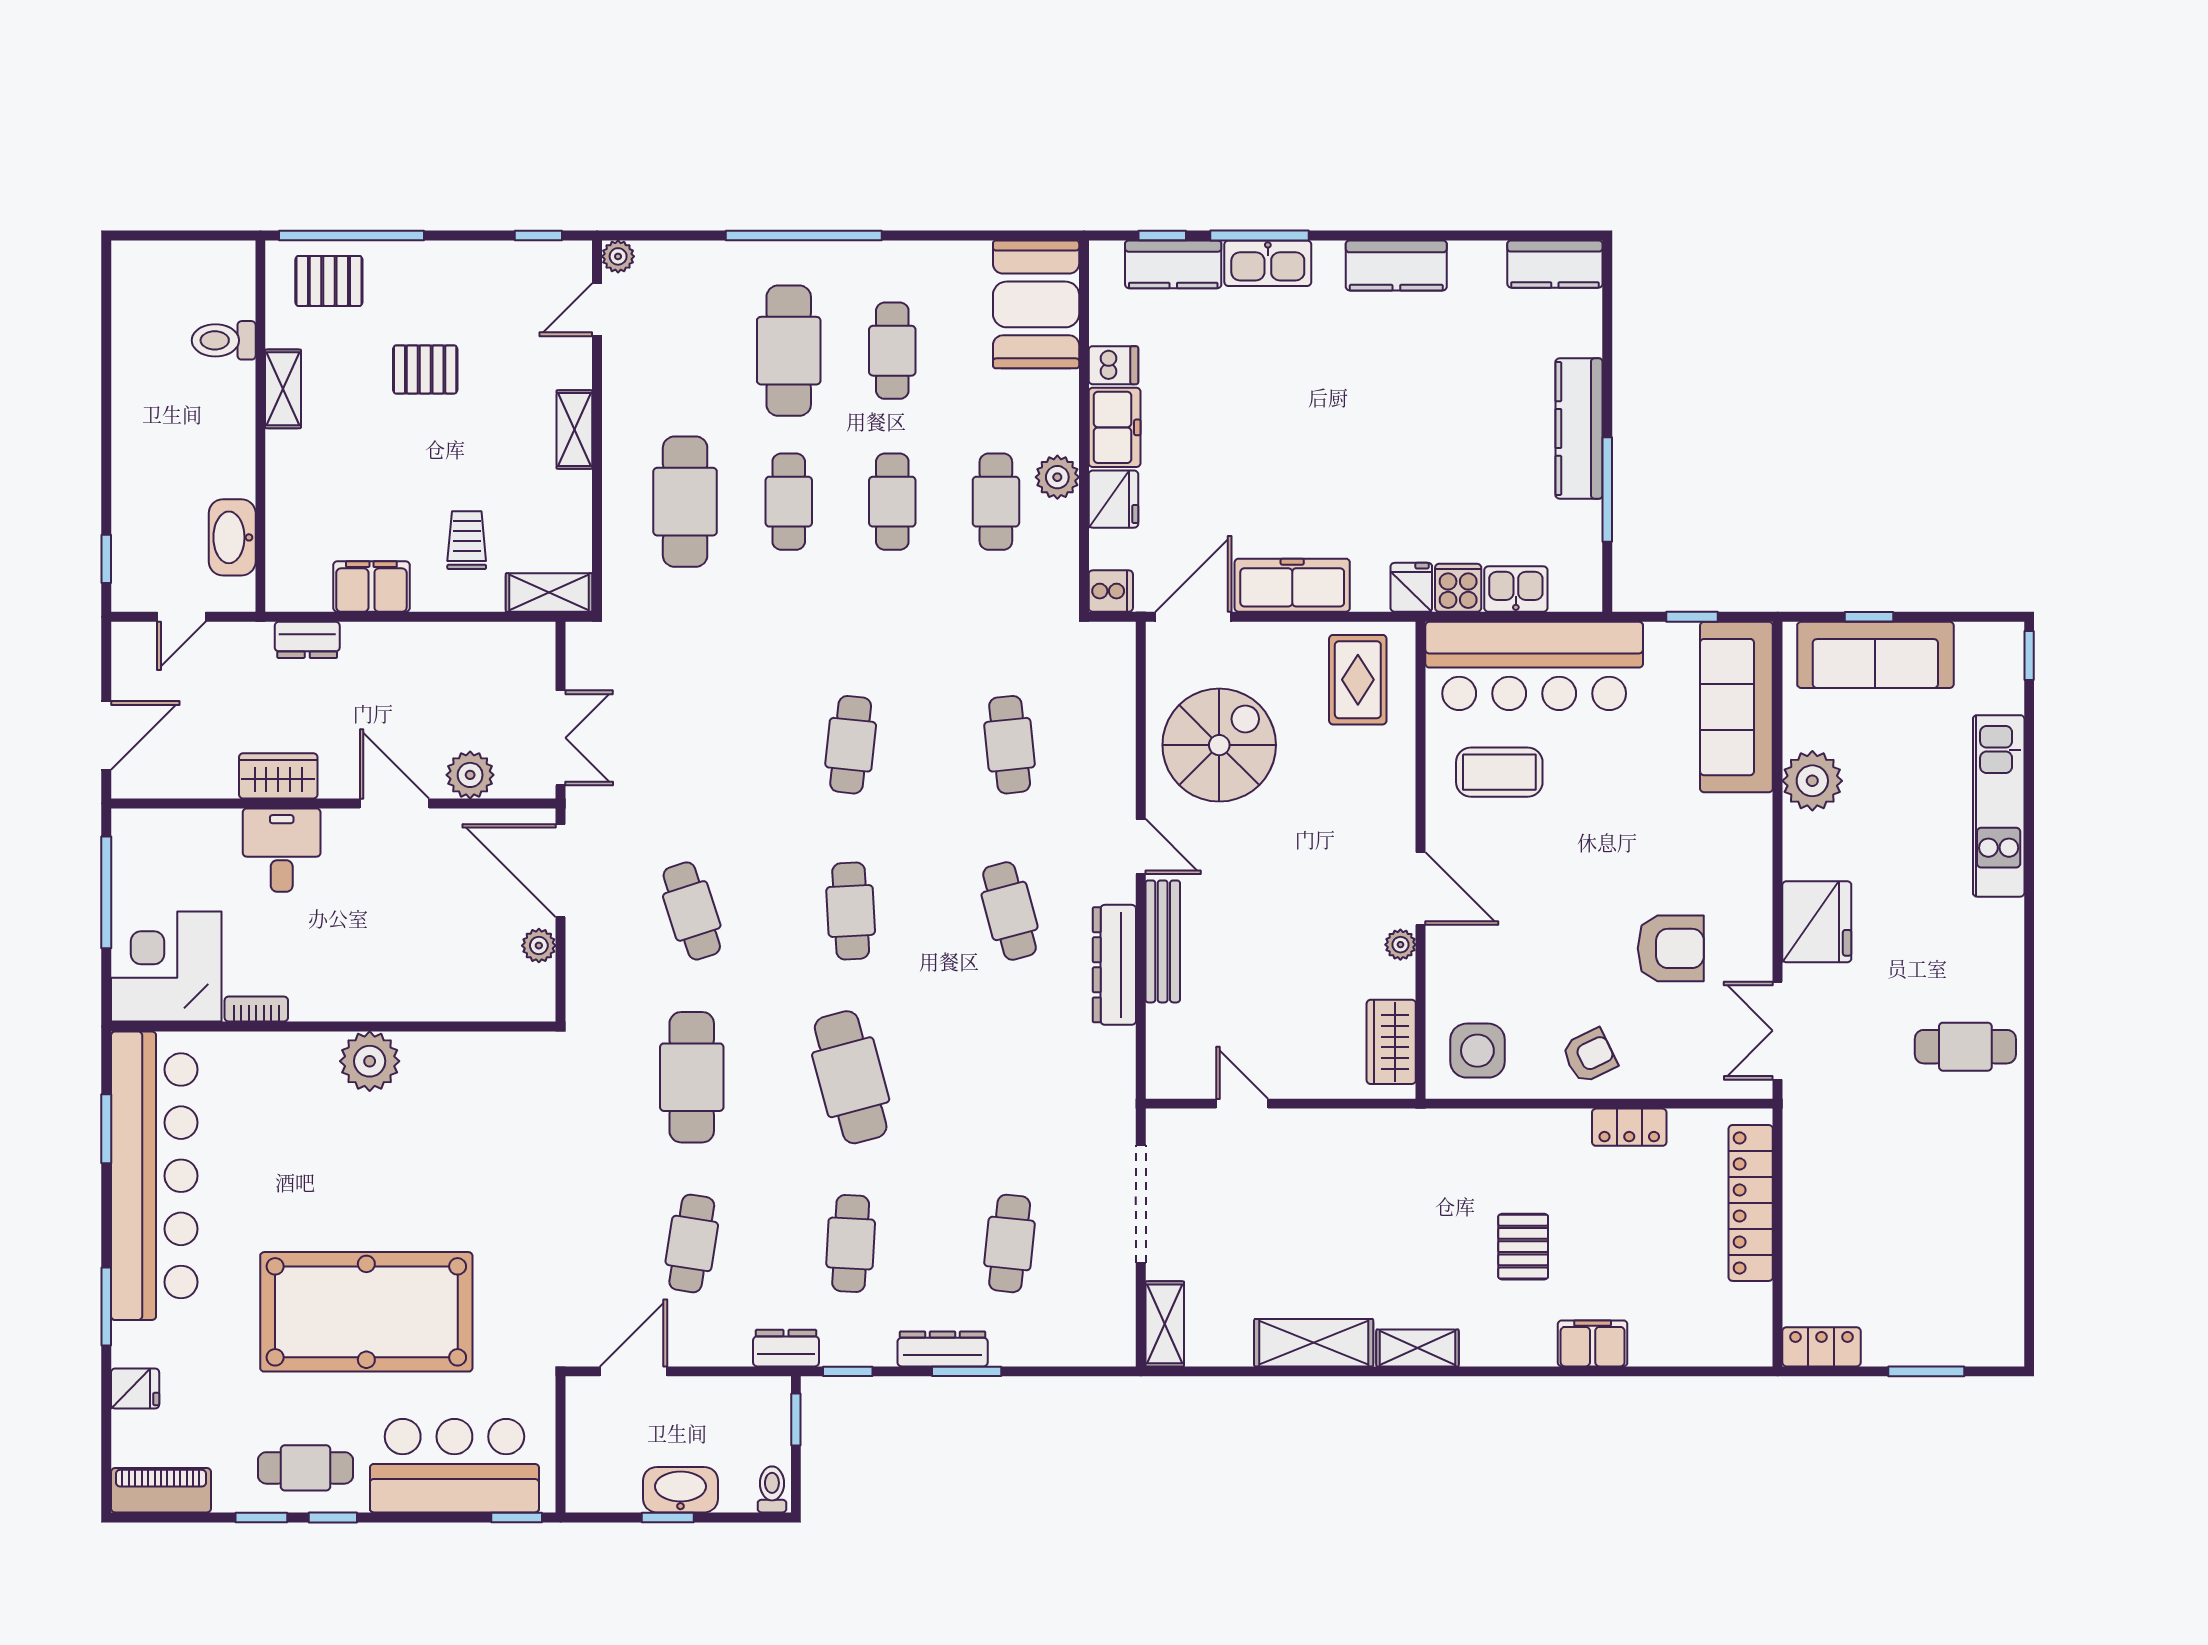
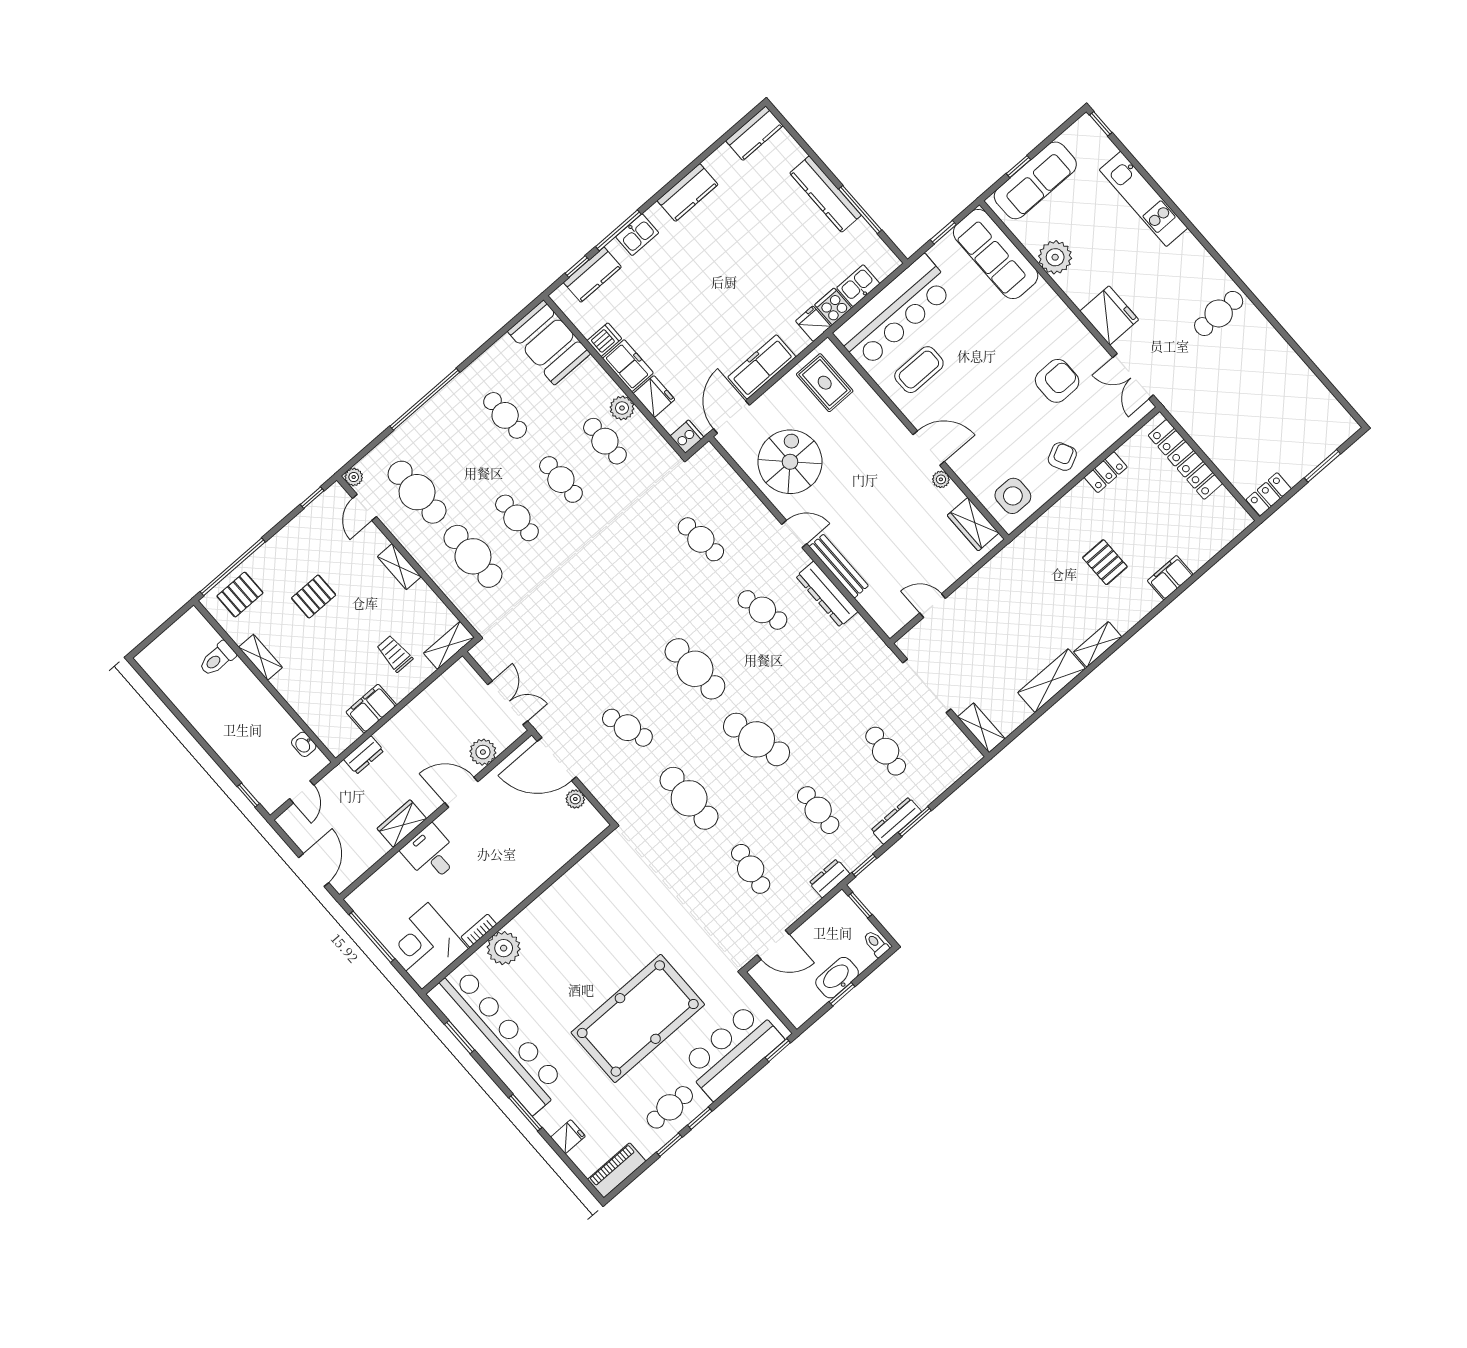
kitchen sink: (1268, 263) -> (637, 235), width x0.73
cafe table: (789, 351) -> (417, 492), moved
washbasin: (232, 537) -> (304, 744), width x0.52, depth x0.69
cafe table: (851, 745) -> (633, 598), removed
cafe table: (851, 911) -> (695, 669), width x1.37, depth x1.35
plant: (370, 1061) -> (504, 948), moved
door: (633, 1371) -> (773, 945), swing flipped

